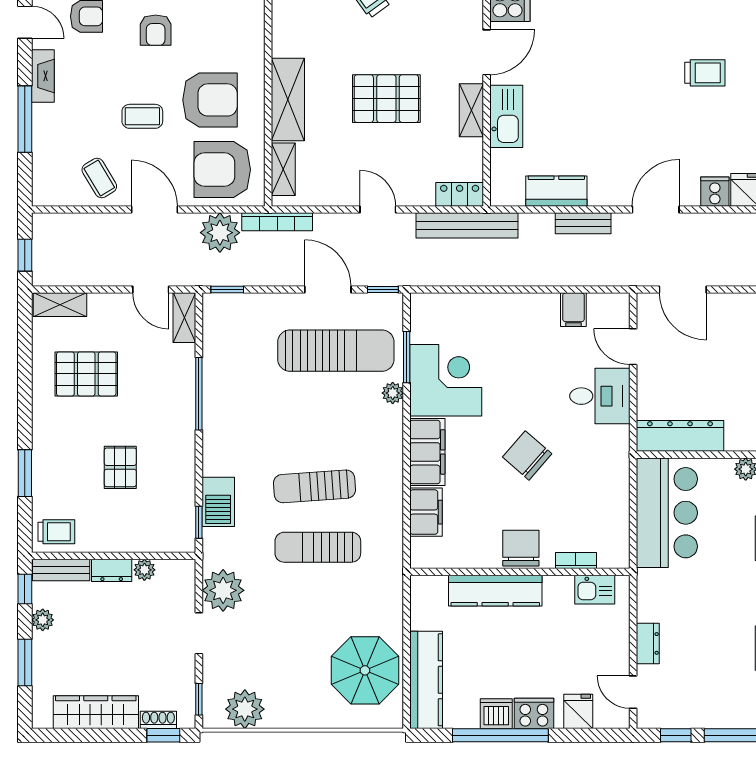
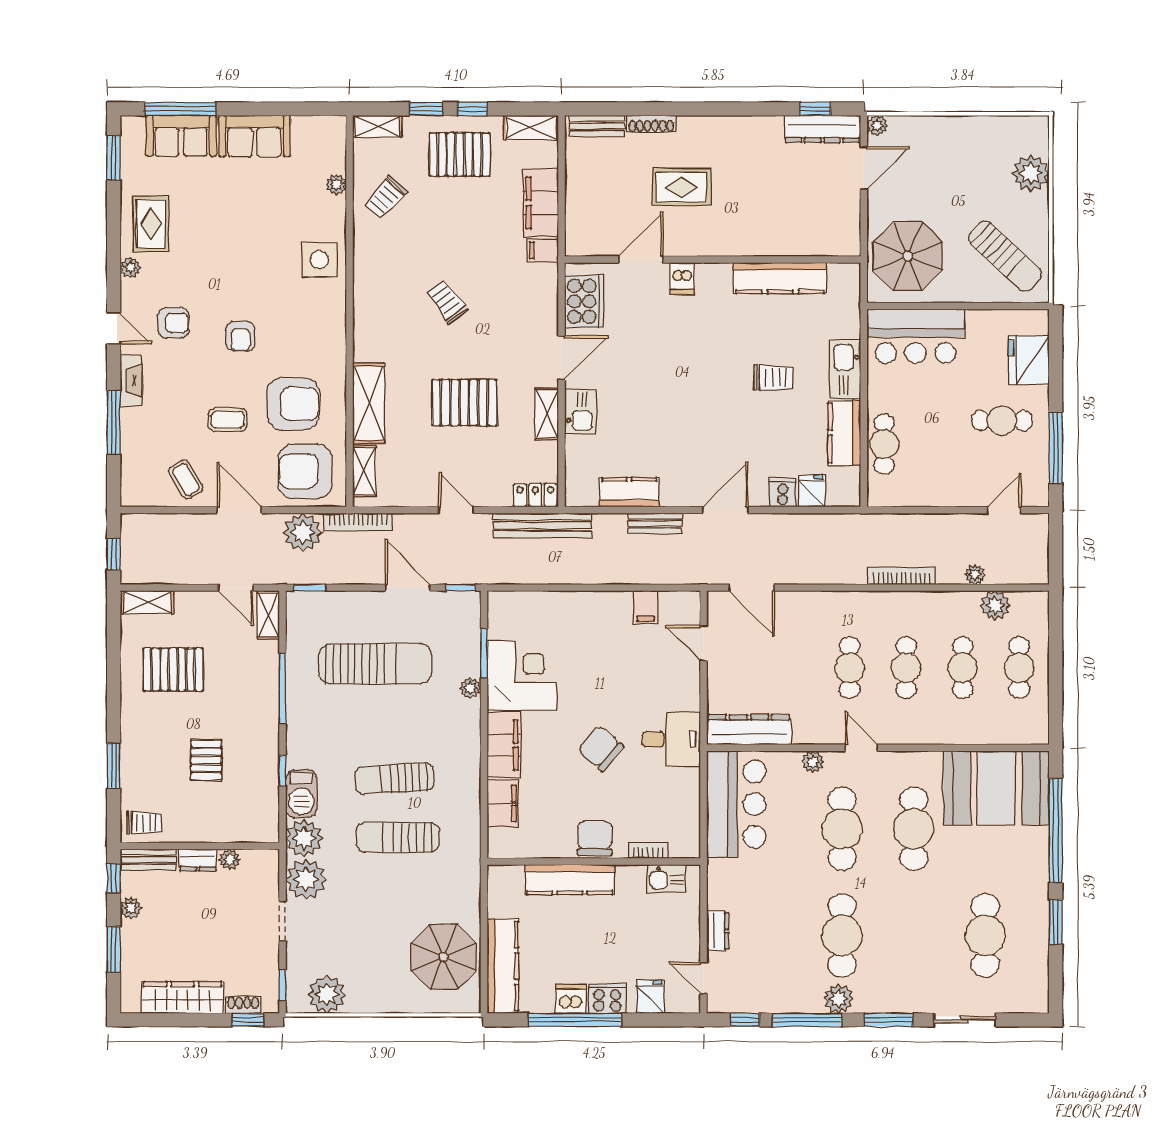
kitchen sink: (506, 116) -> (581, 412), width x0.73
sun lounger: (336, 351) -> (375, 664), moved
desk: (600, 396) -> (671, 739), moved
window: (199, 522) -> (282, 771), moved
plant: (221, 548) -> (304, 838), added

